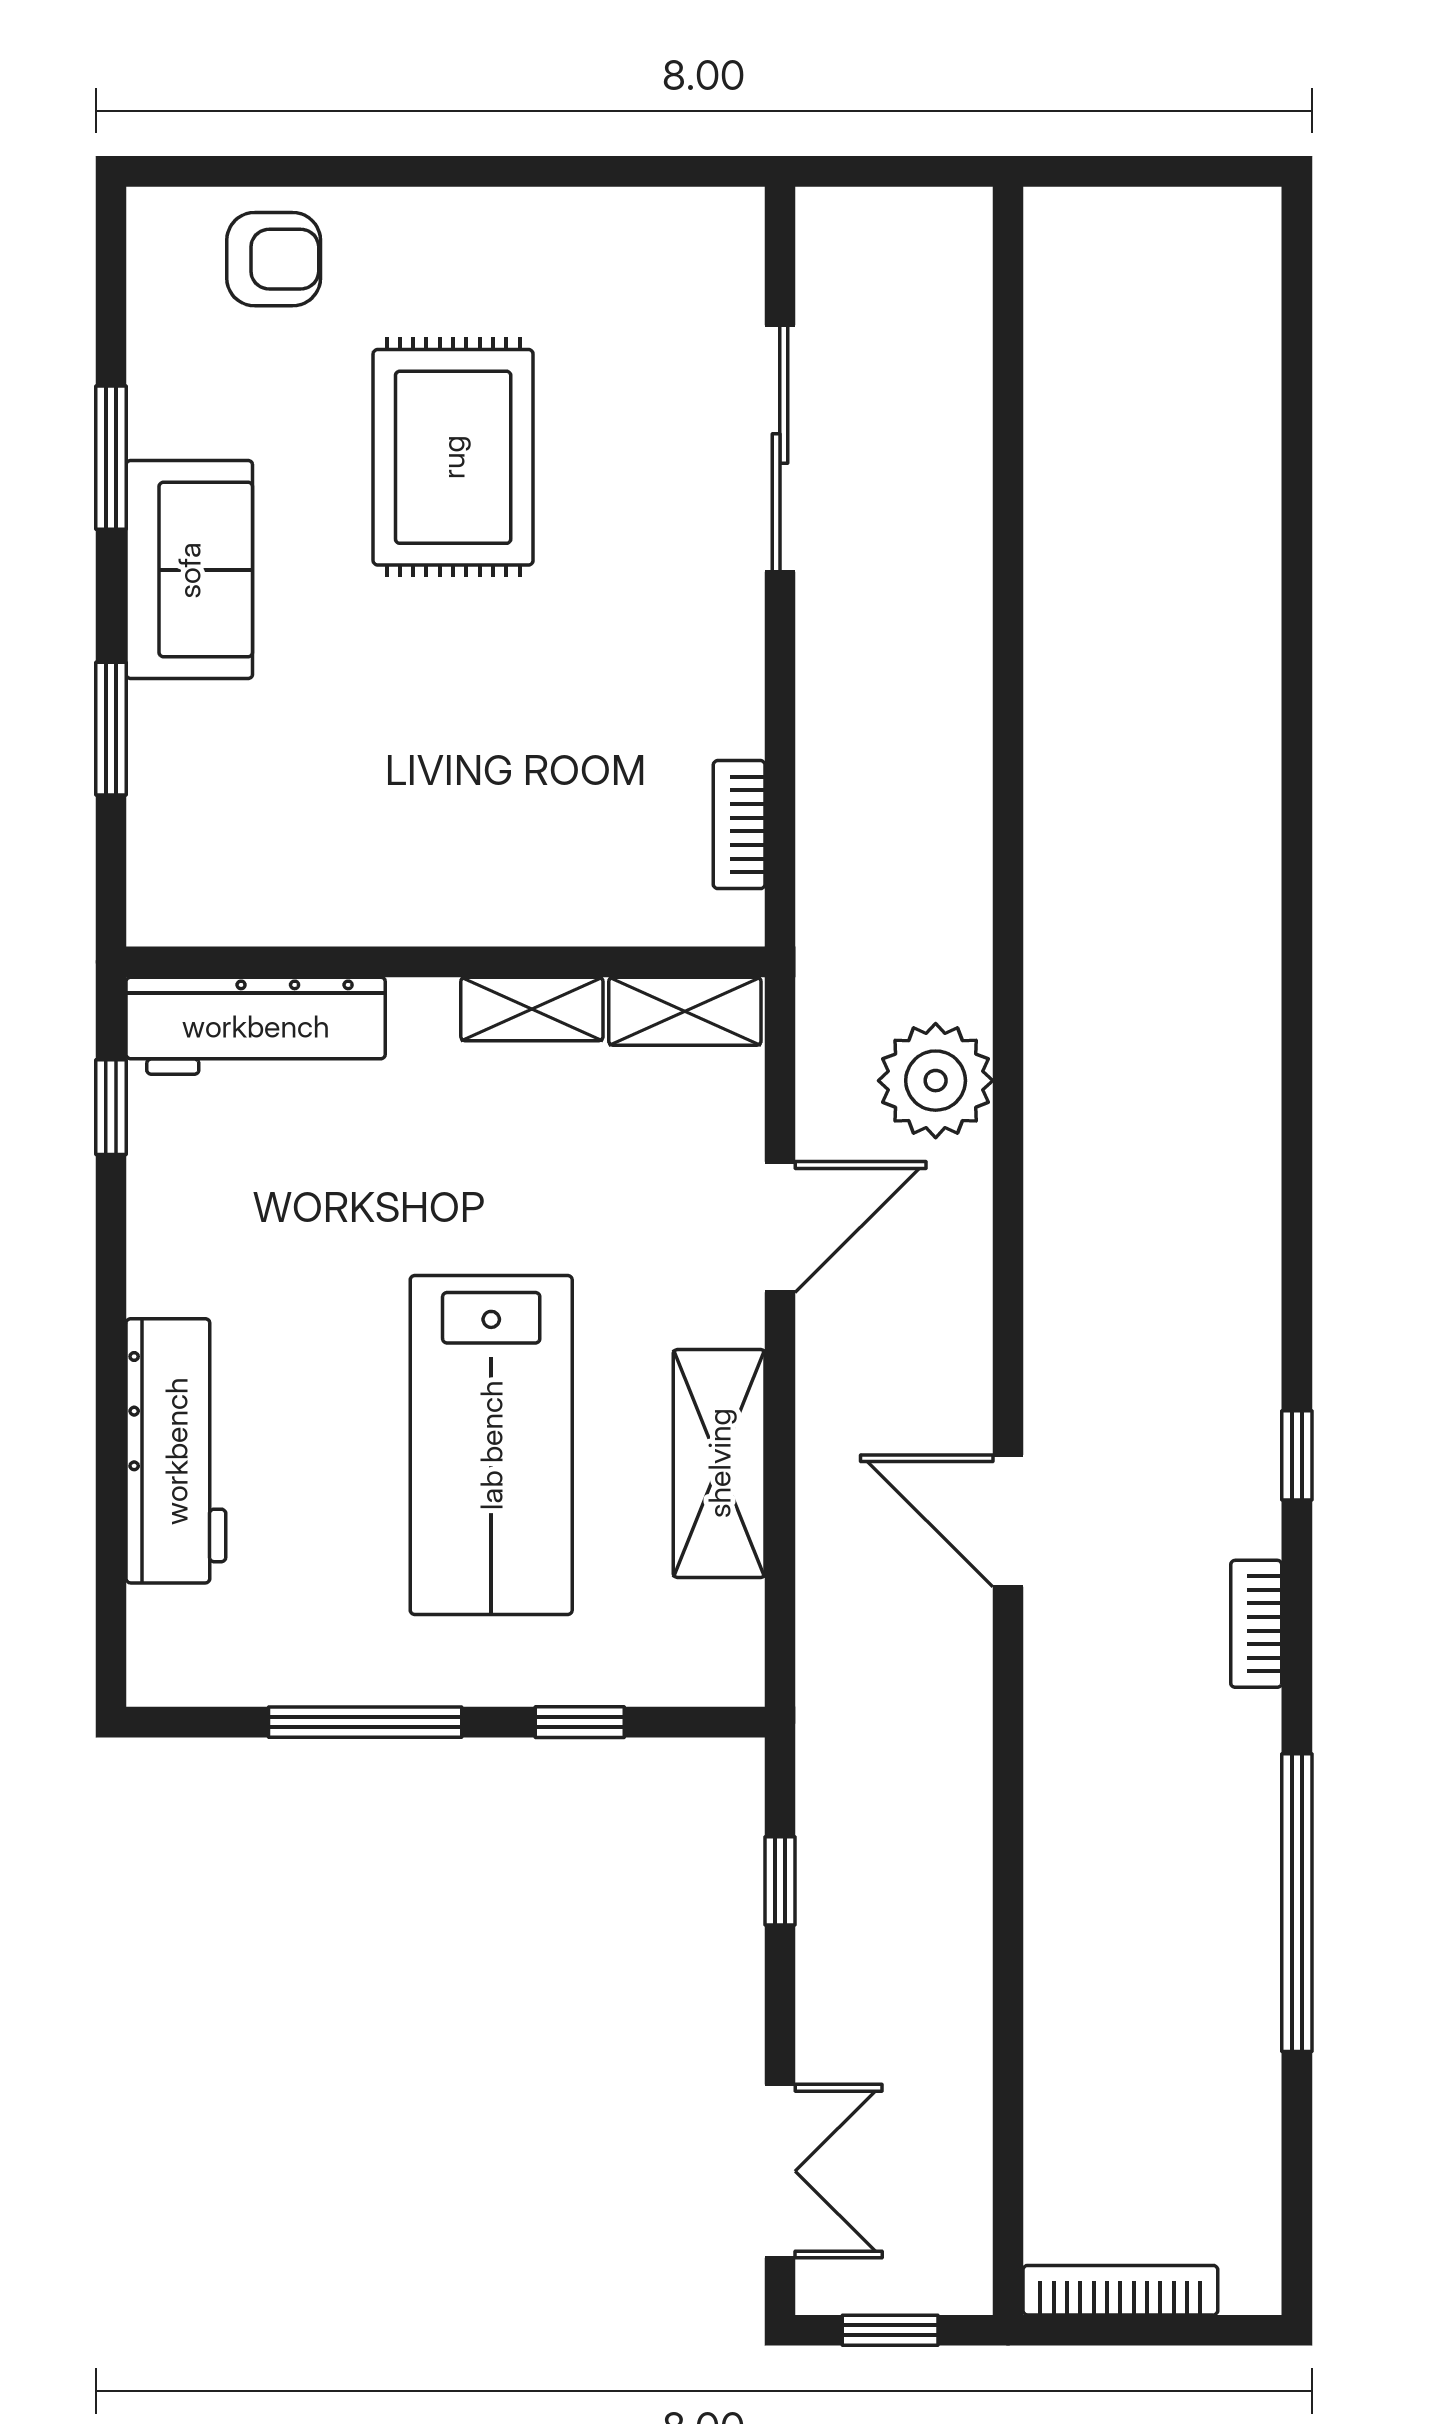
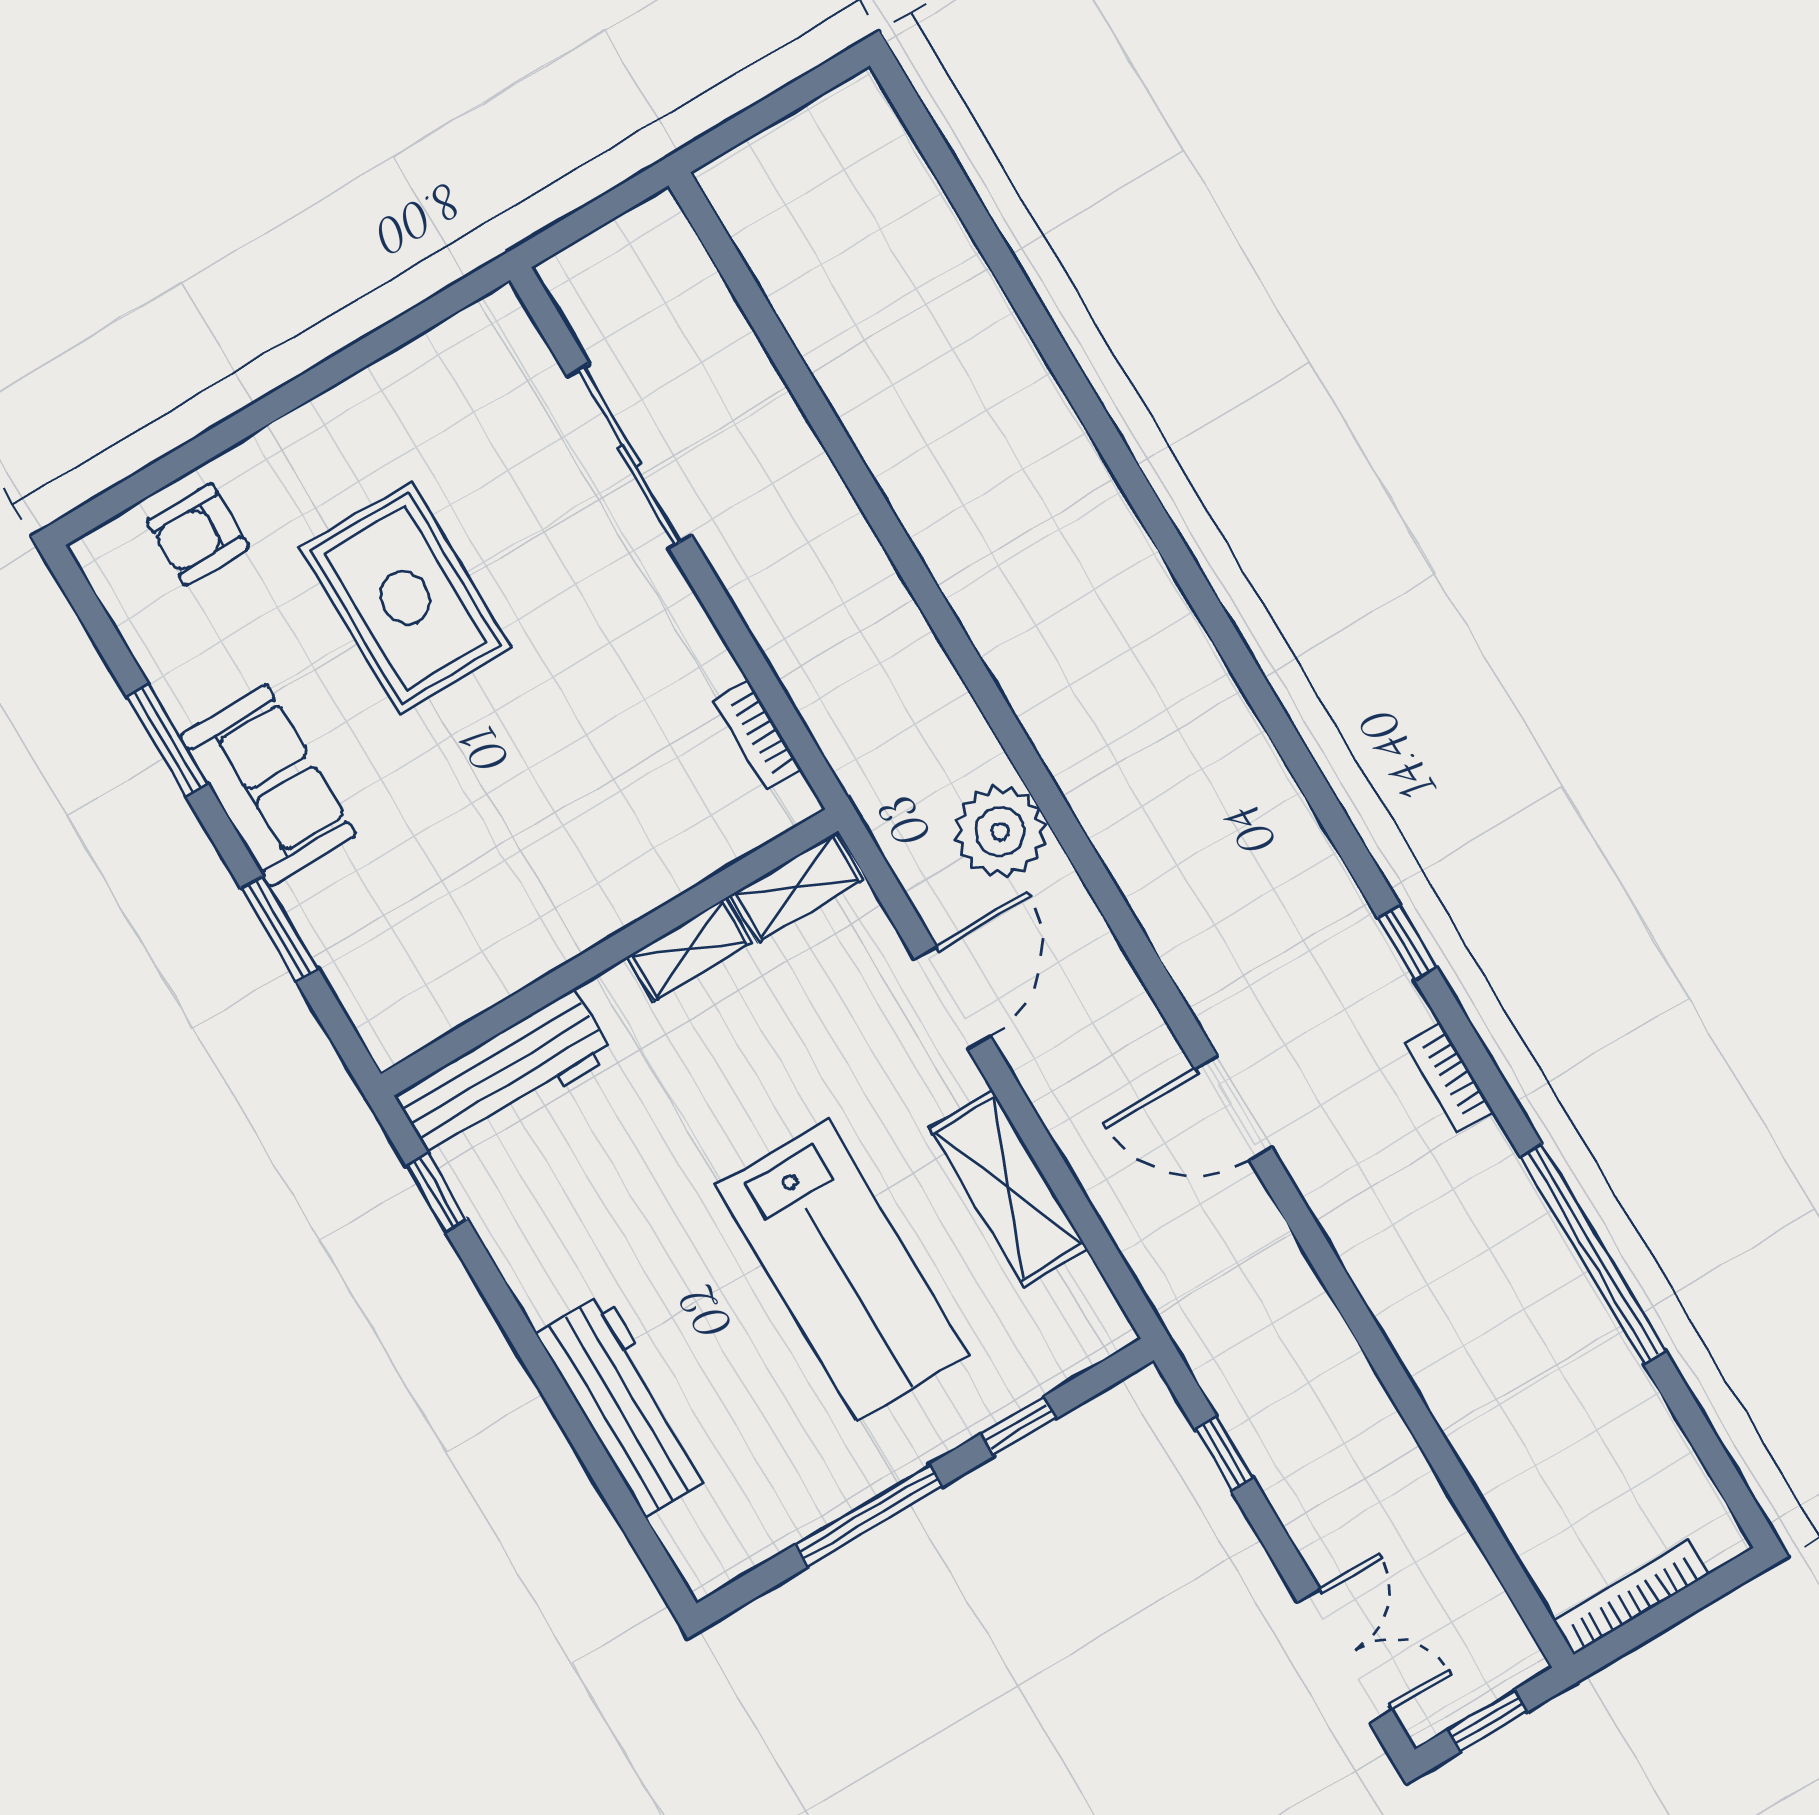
armchair: (274, 259) -> (198, 534), turned 180

